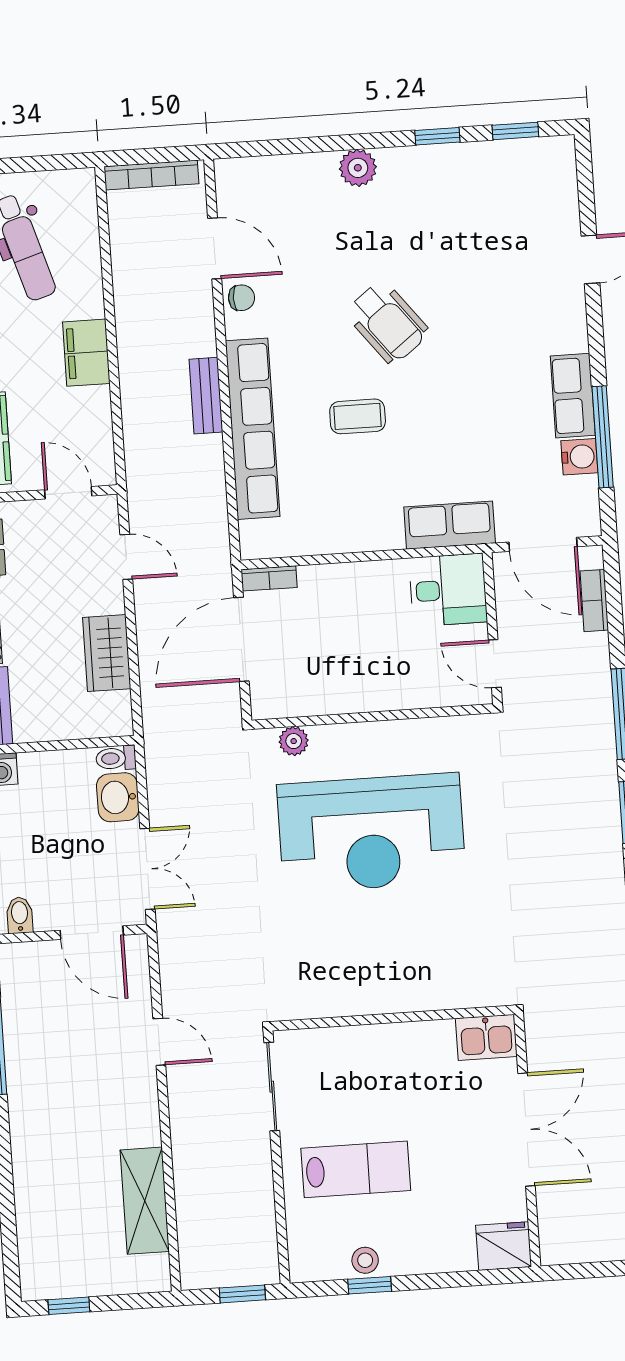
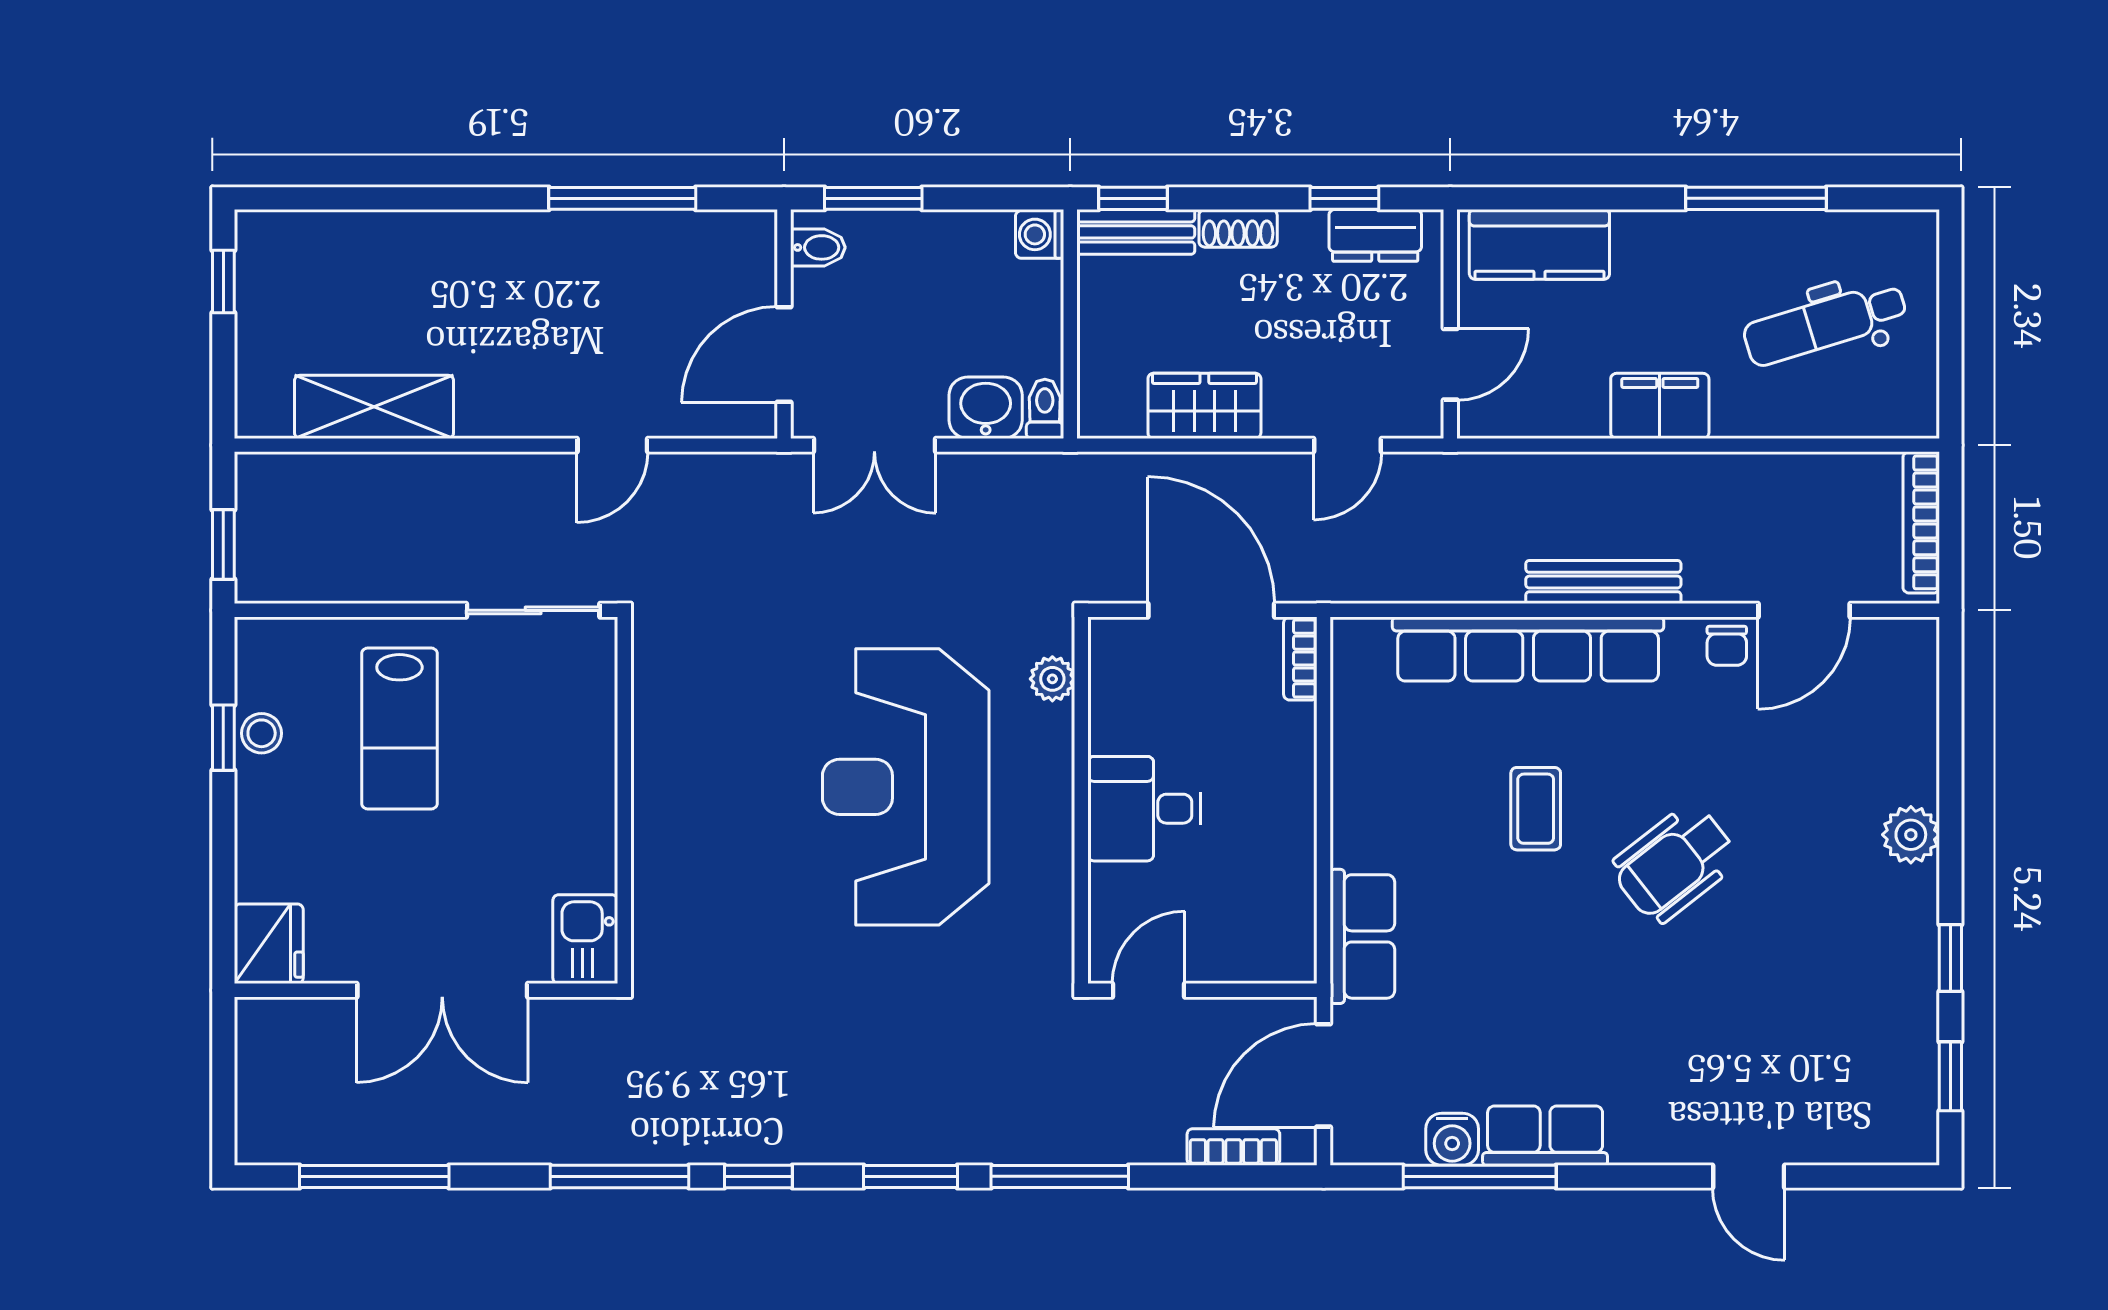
bench: (206, 396) -> (1603, 582), width x1.36
desk: (448, 590) -> (1144, 809), moved, turned 90

